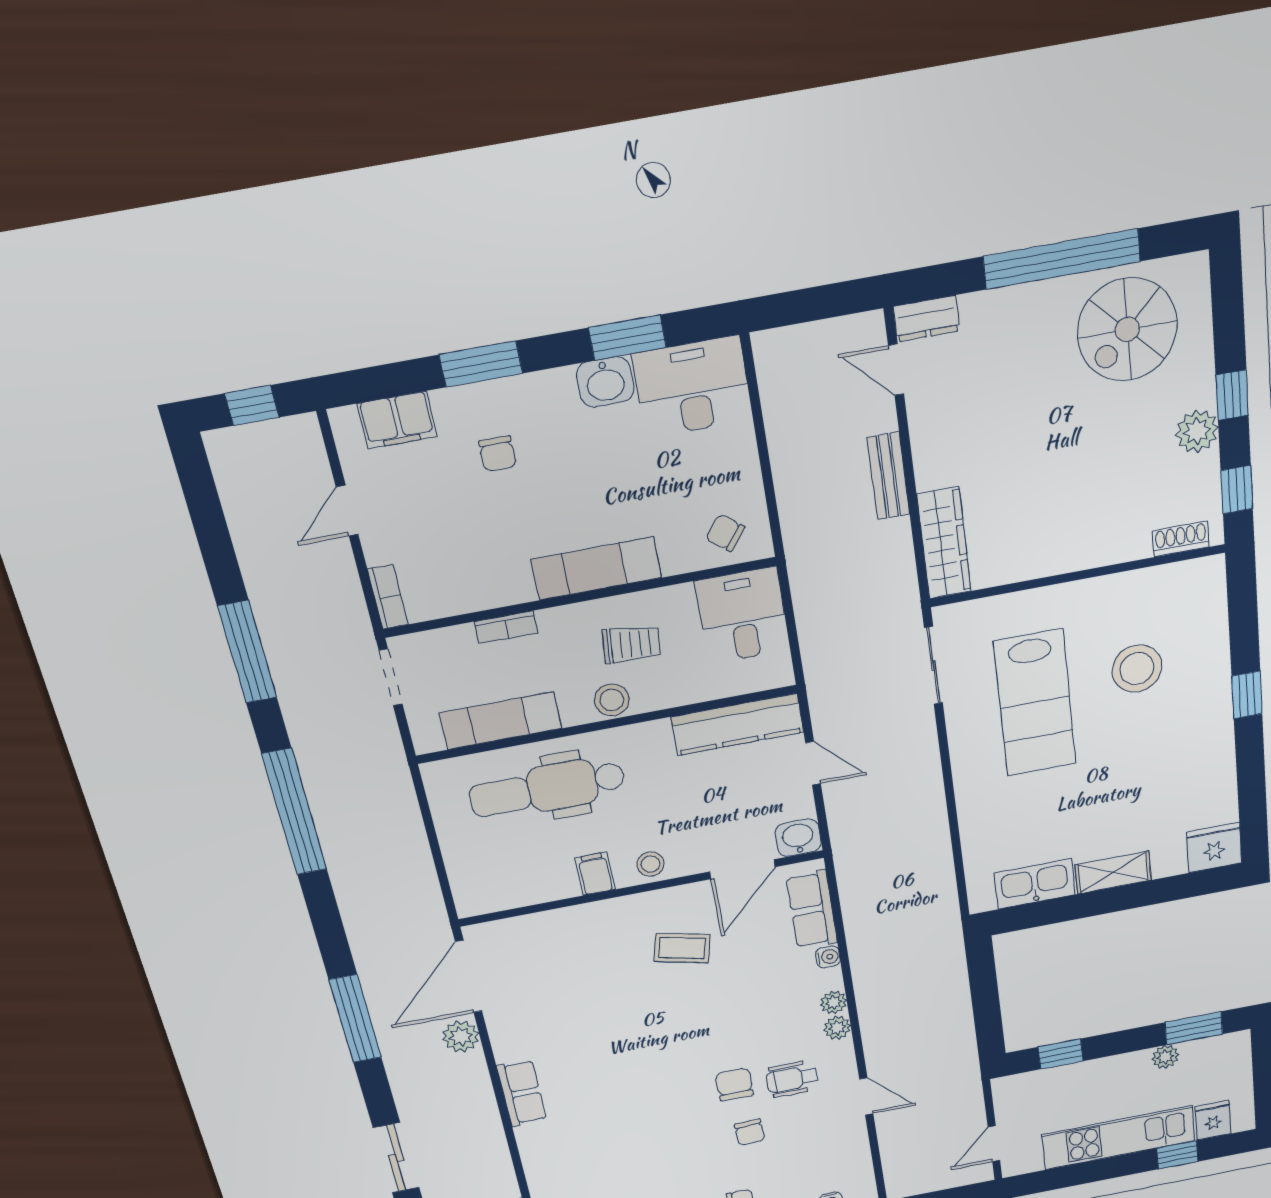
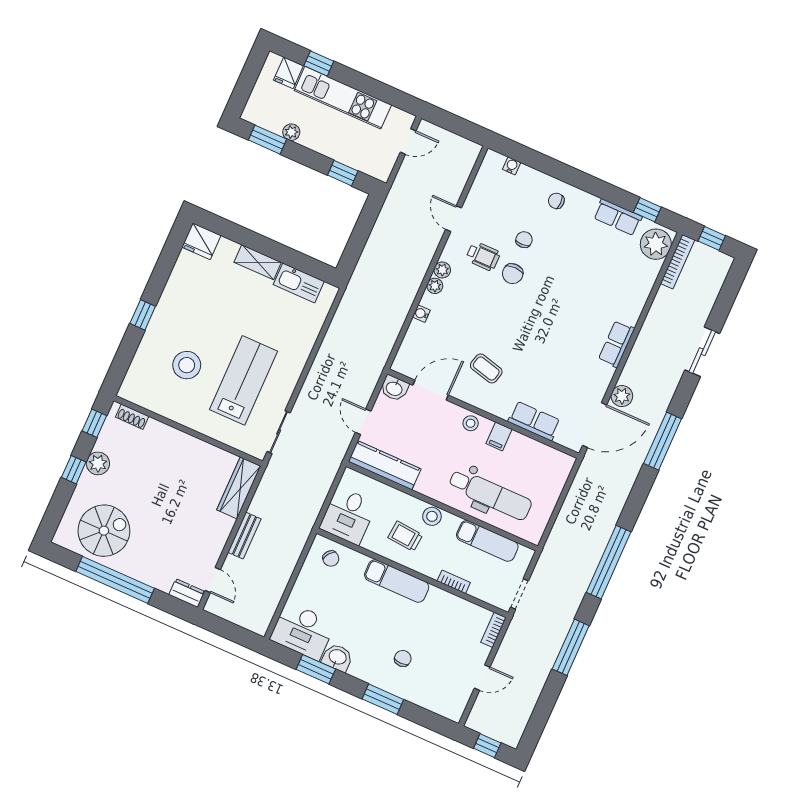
filing cabinet: (397, 420) -> (433, 700), removed
row of seats: (812, 910) -> (534, 421), moved, turned -90

